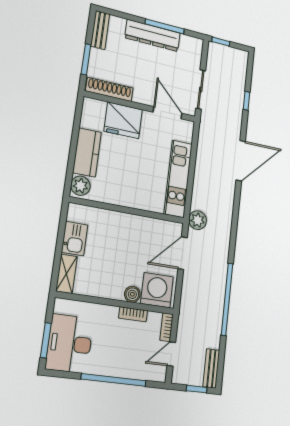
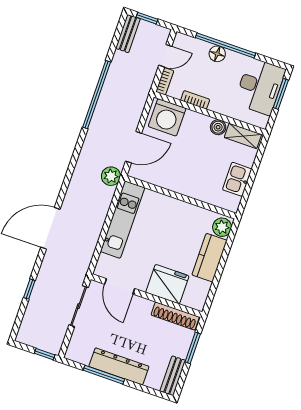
shelving: (66, 274) -> (243, 136), moved, turned 90
boiler: (132, 294) -> (218, 127), moved
floor lamp: (120, 369) -> (217, 54), added

